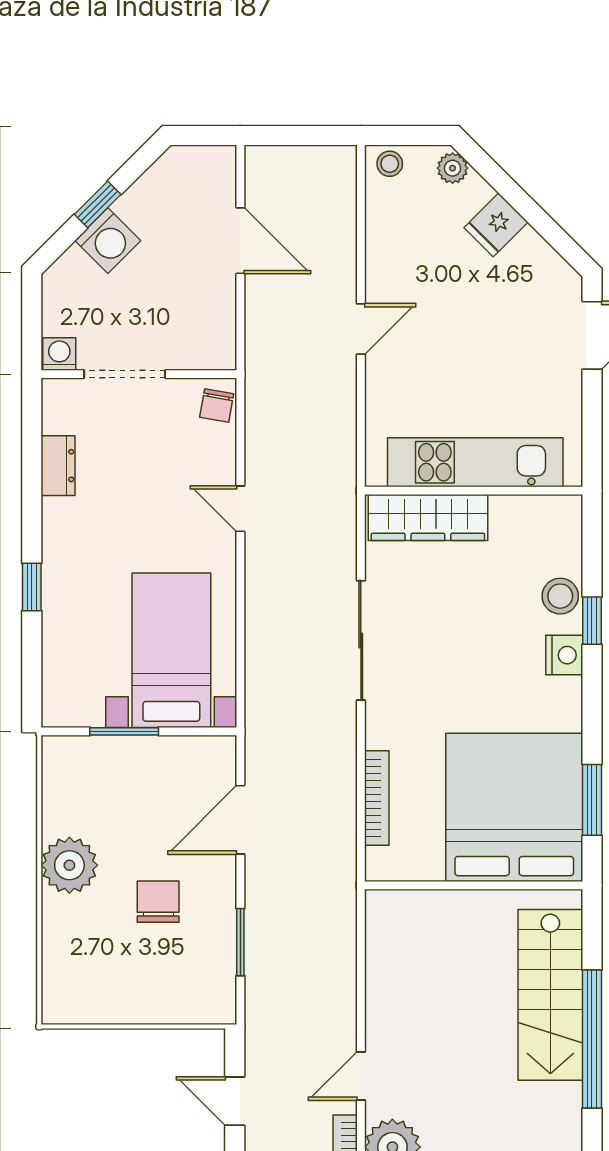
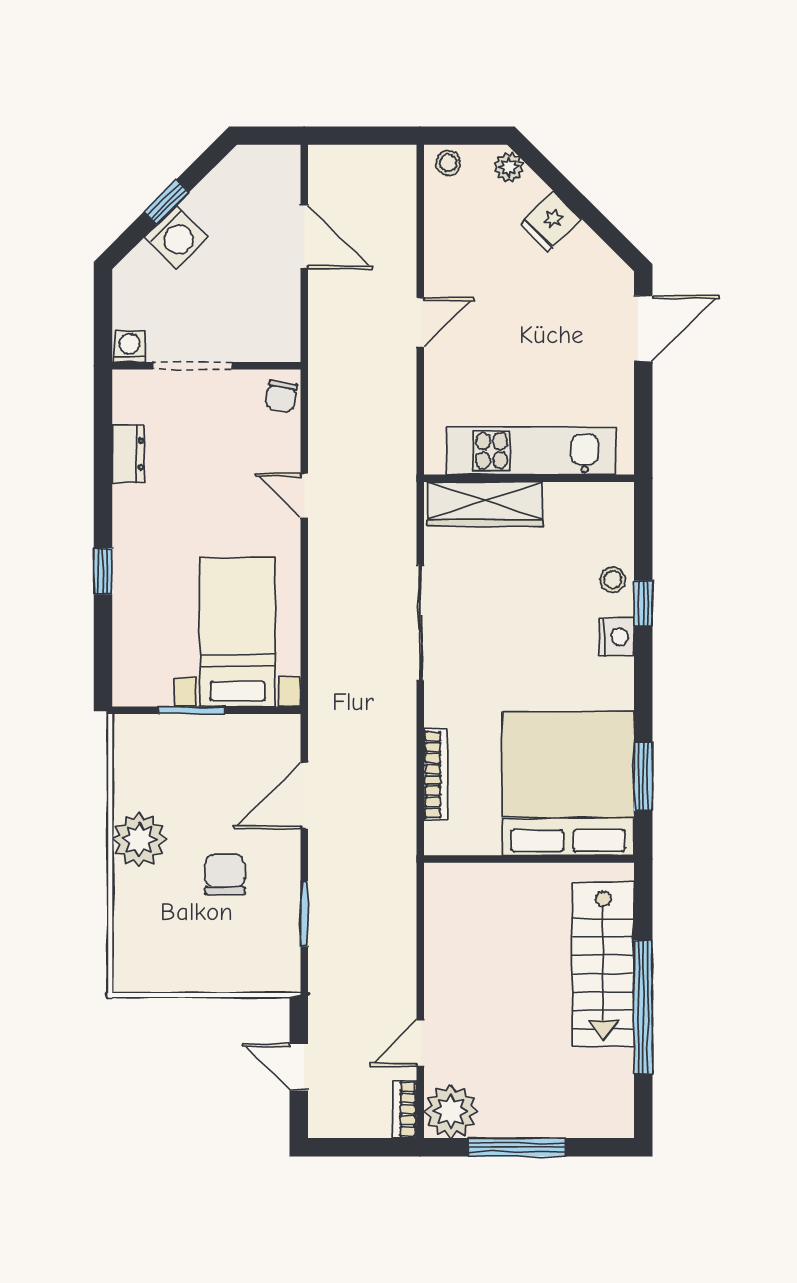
stool: (560, 596) -> (613, 580), width x0.73, depth x0.73

